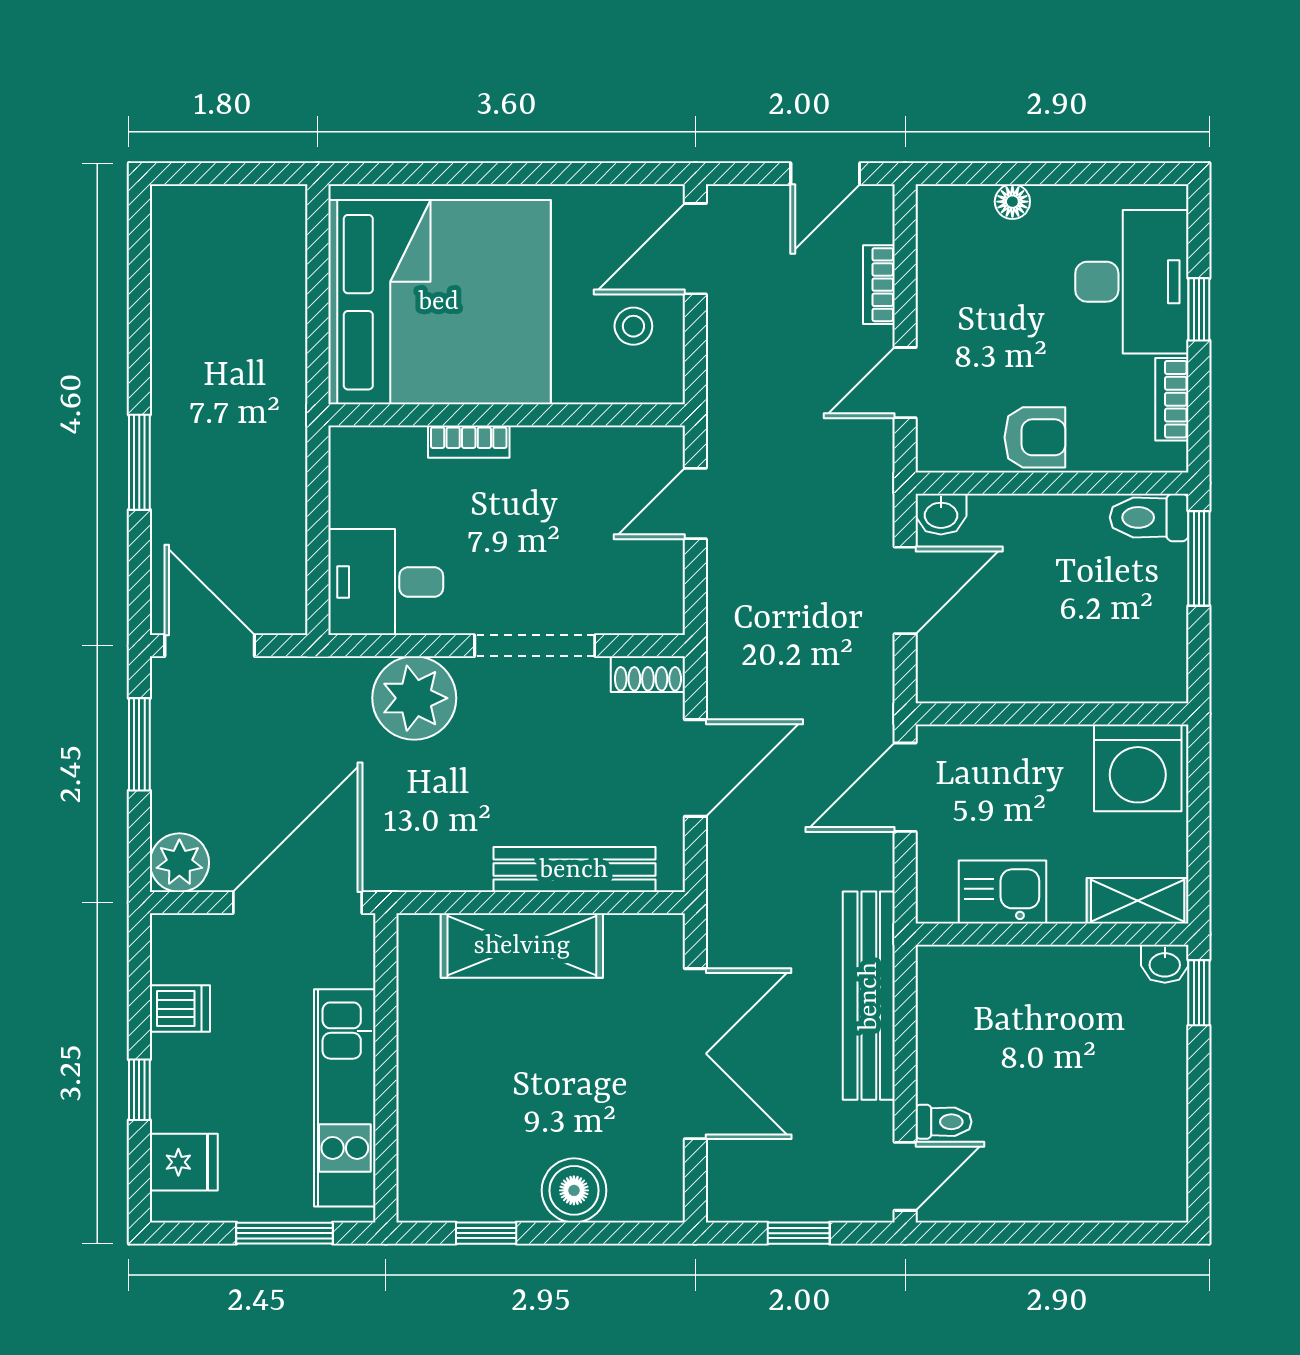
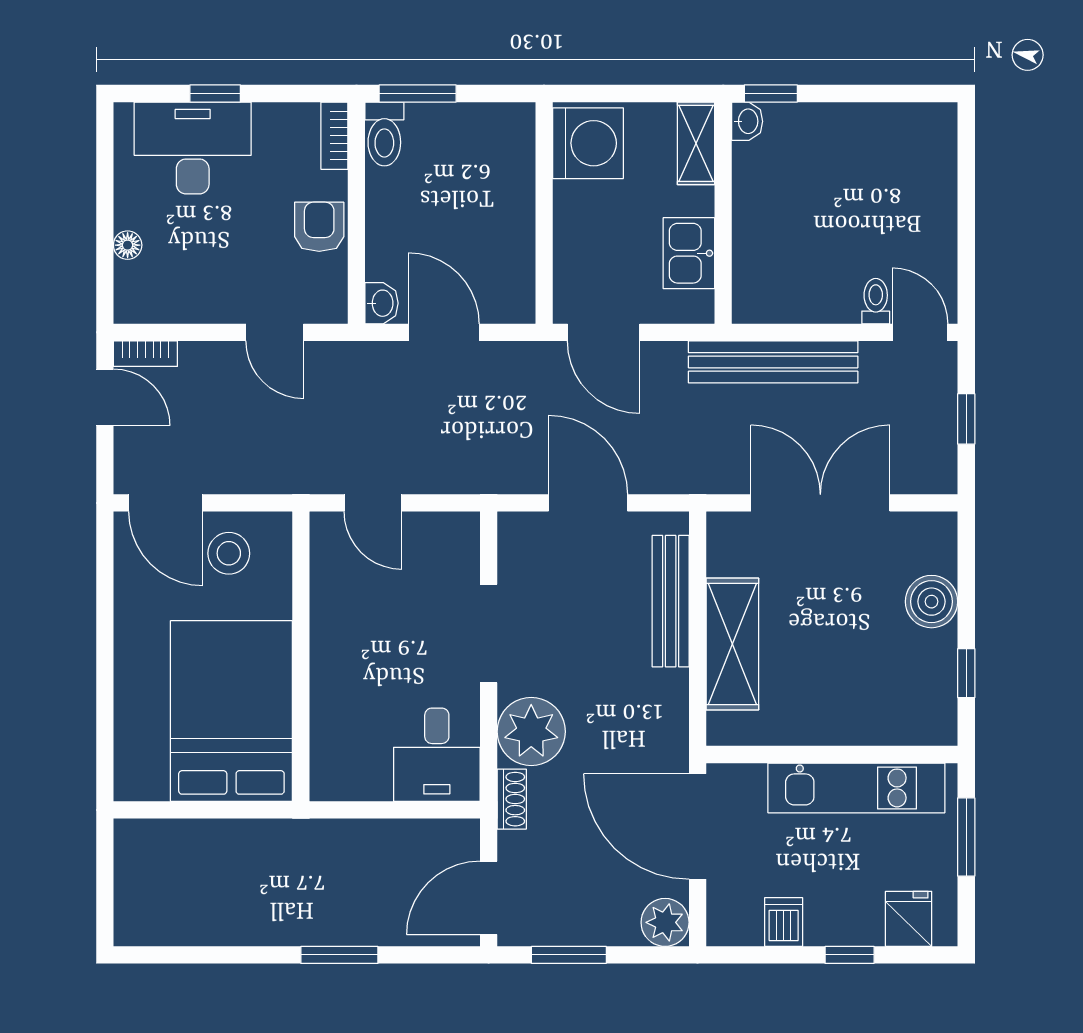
bookcase: (879, 285) -> (145, 354), moved
bed: (439, 302) -> (231, 711), width x0.73
stool: (633, 326) -> (229, 553), width x1.37, depth x1.37
bookcase: (1172, 399) -> (334, 136), moved, turned 90
bookcase: (469, 442) -> (323, 687), removed
shoe rack: (648, 674) -> (512, 799), moved

